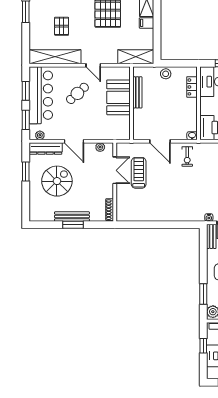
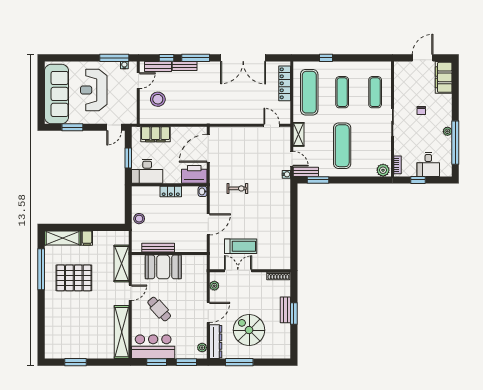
pallet: (62, 26) -> (90, 325), removed
shelving: (136, 57) -> (122, 263), moved
locker: (192, 87) -> (171, 192), moved
bar counter: (41, 95) -> (153, 347), width x0.73
exercise bike: (187, 156) -> (237, 188), moved
window: (26, 172) -> (239, 362), width x1.44
treadmill: (139, 173) -> (241, 246), turned 180
bench: (72, 217) -> (285, 310), width x0.73
window: (203, 294) -> (318, 180), moved

